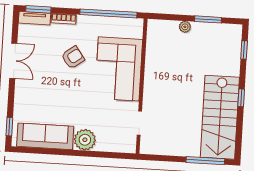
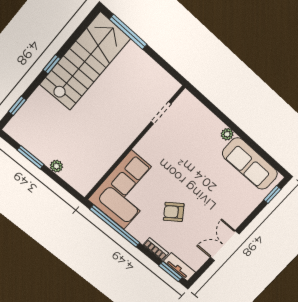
corner sofa: (119, 69) -> (128, 190), moved
plant: (85, 140) -> (227, 134), width x0.53, depth x0.53

